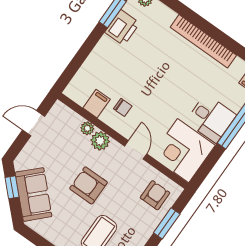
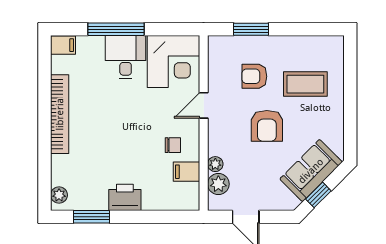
printer: (122, 28) -> (125, 197), moved
chair: (123, 107) -> (173, 145), turned 90
plant: (100, 141) -> (218, 184), moved
armchair: (155, 195) -> (254, 76), moved

